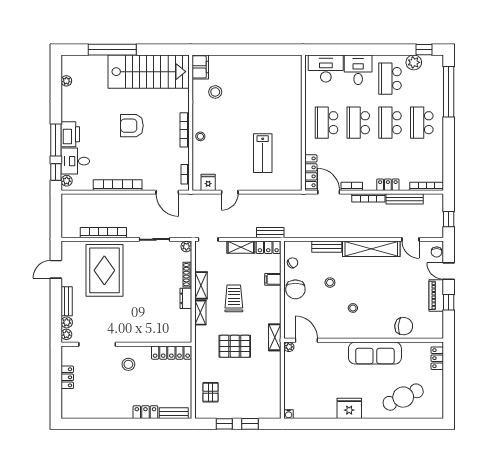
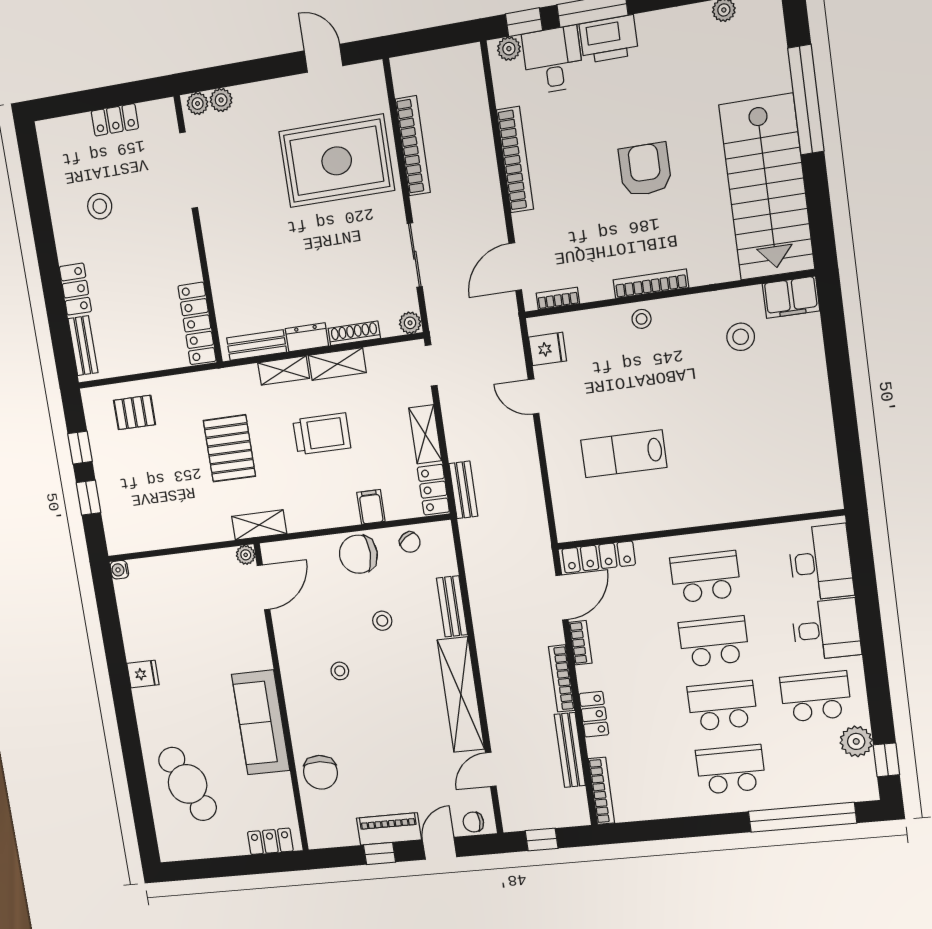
bench: (67, 301) -> (257, 345), moved
stool: (128, 364) -> (100, 206), moved
fridge: (349, 408) -> (143, 674), width x0.53, depth x0.75

